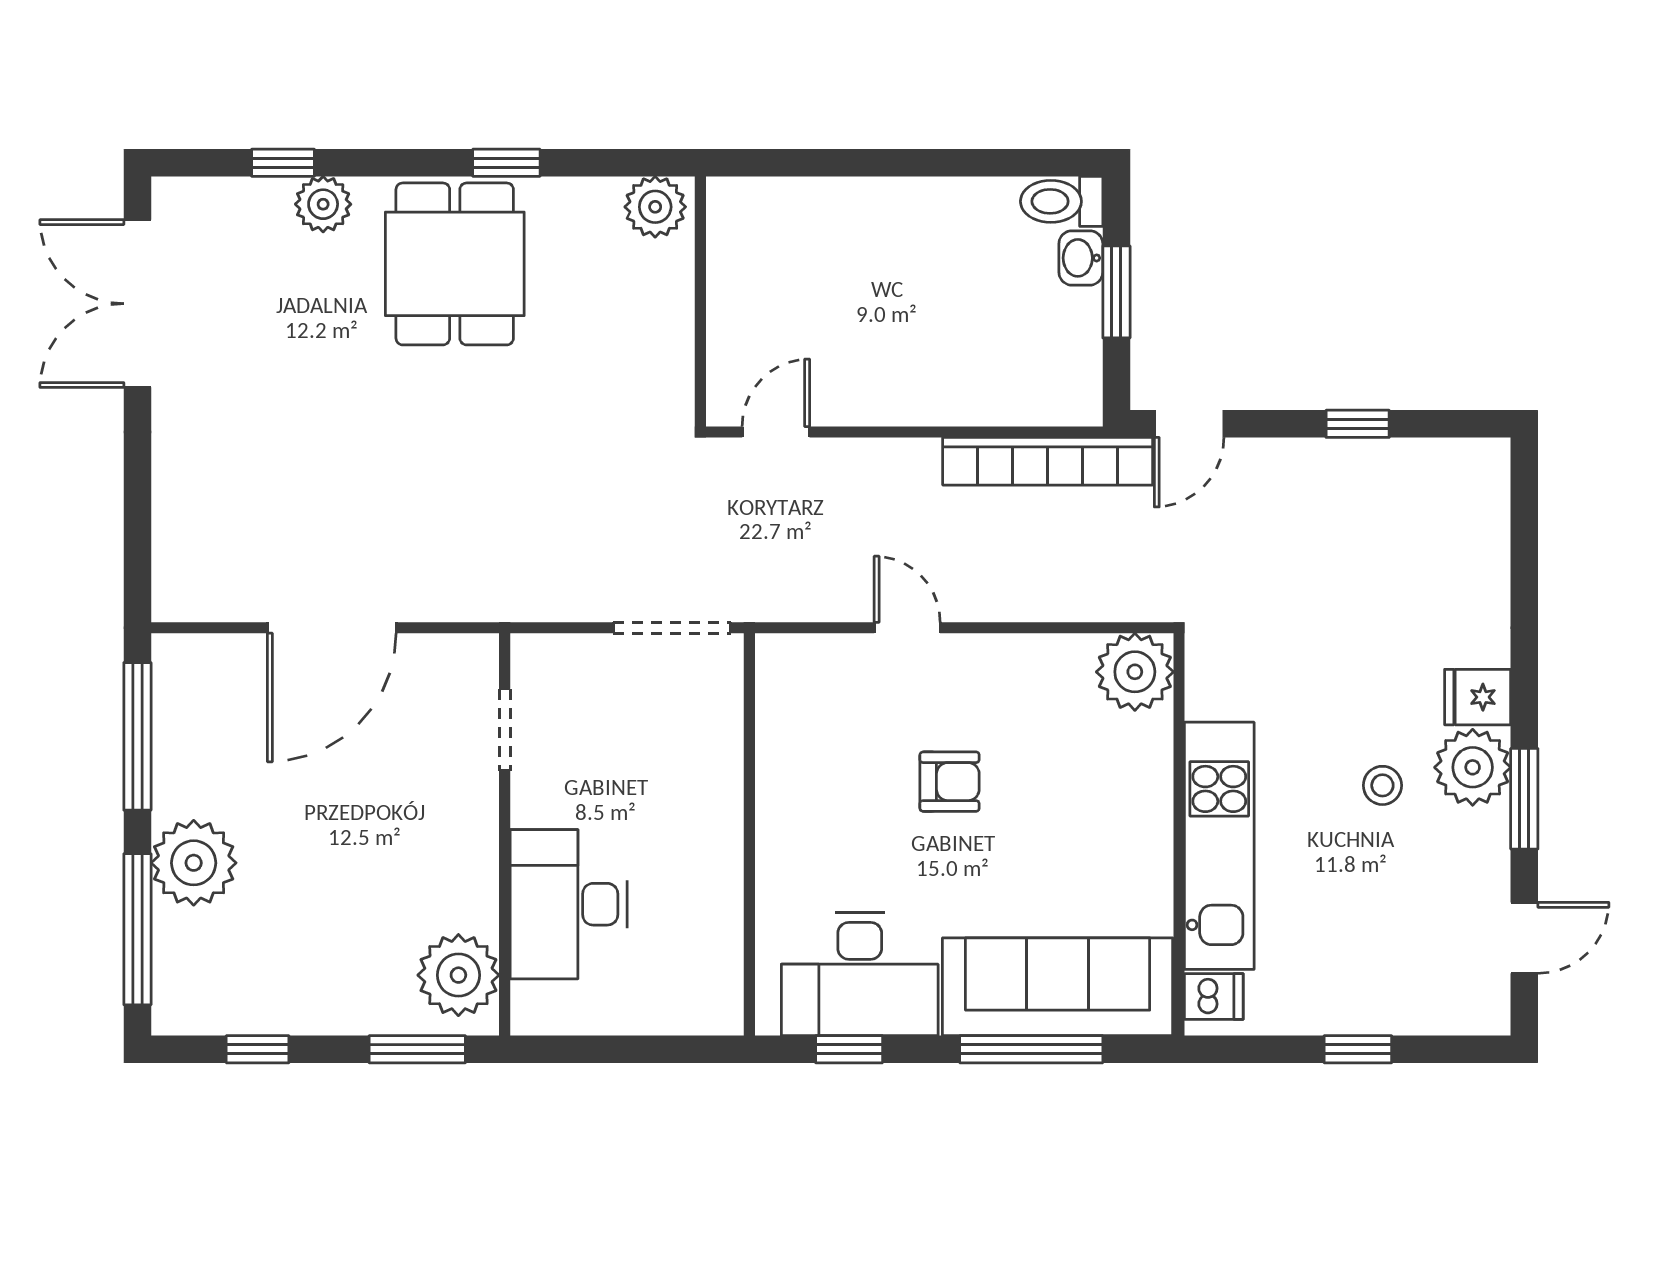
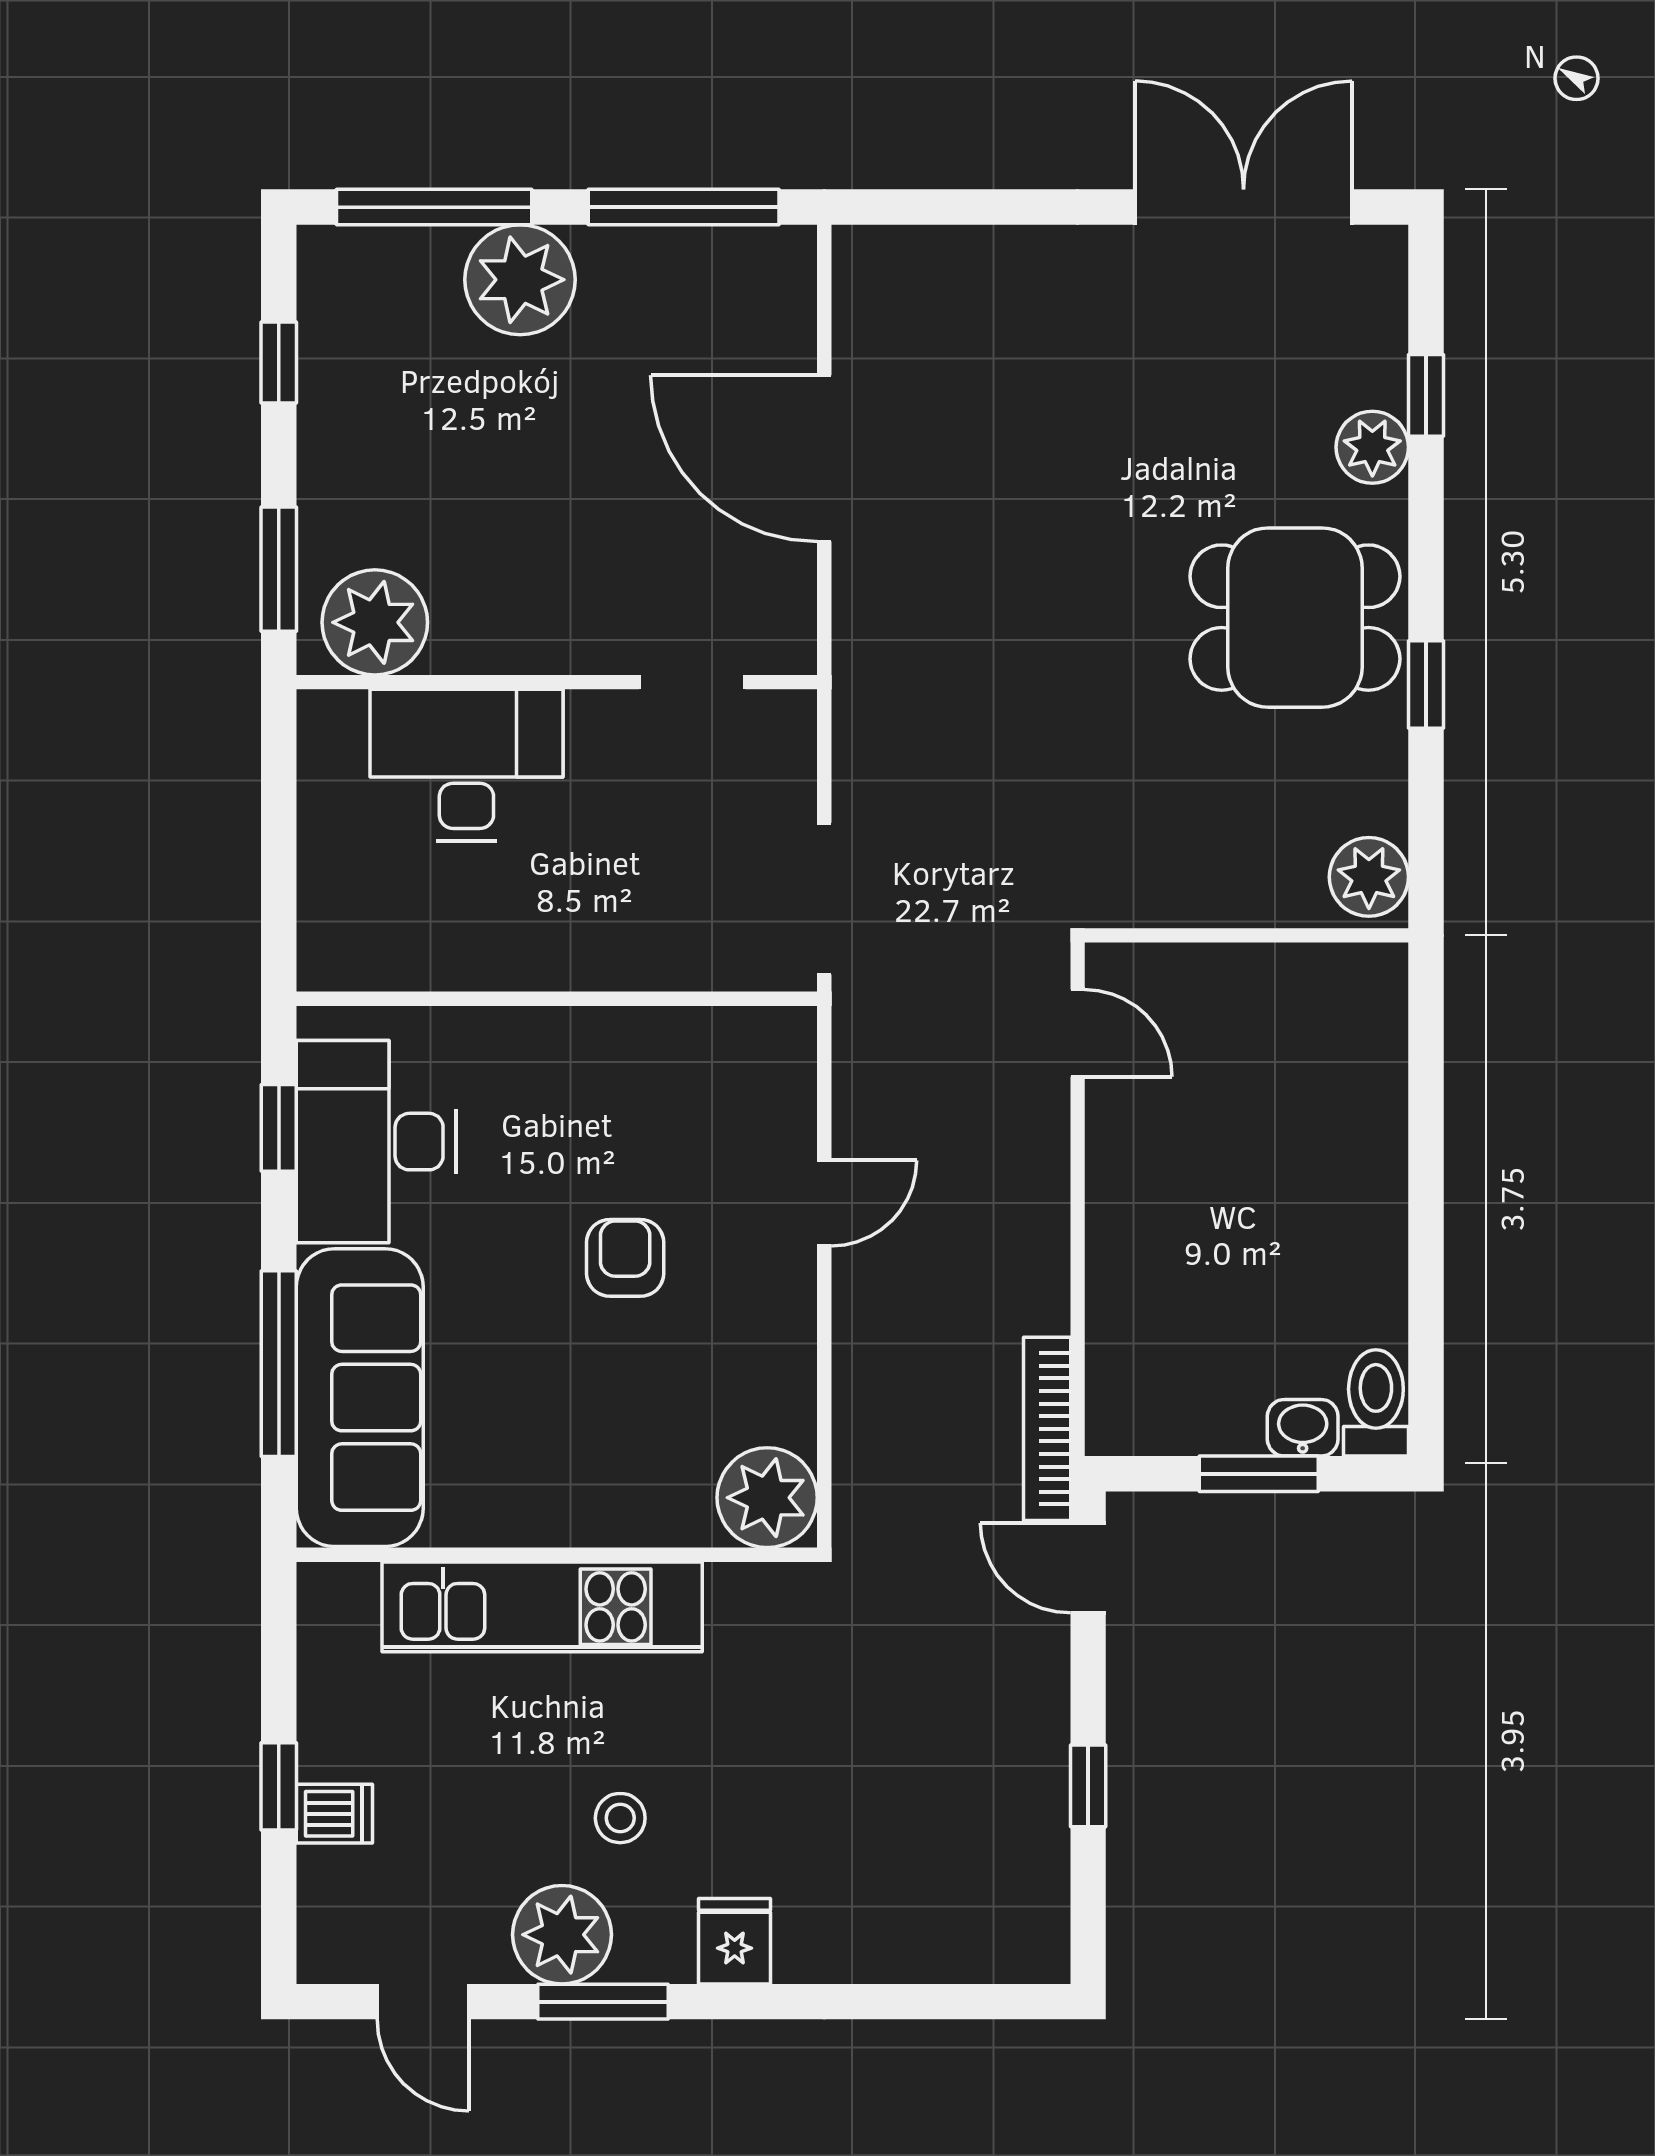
bookcase: (1048, 461) -> (1047, 1429), width x0.68, depth x0.76
plant: (1473, 767) -> (562, 1935), moved
armchair: (950, 782) -> (625, 1258), turned 180
dishwasher: (1214, 997) -> (334, 1814), moved, turned -90

